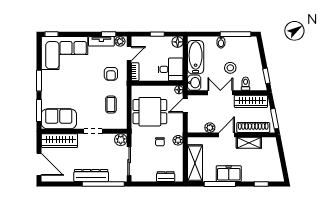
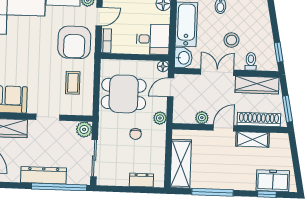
armchair: (111, 74) -> (74, 42), width x1.88, depth x1.88
plant: (178, 140) -> (160, 118), moved
freezer: (229, 174) -> (273, 181), moved

